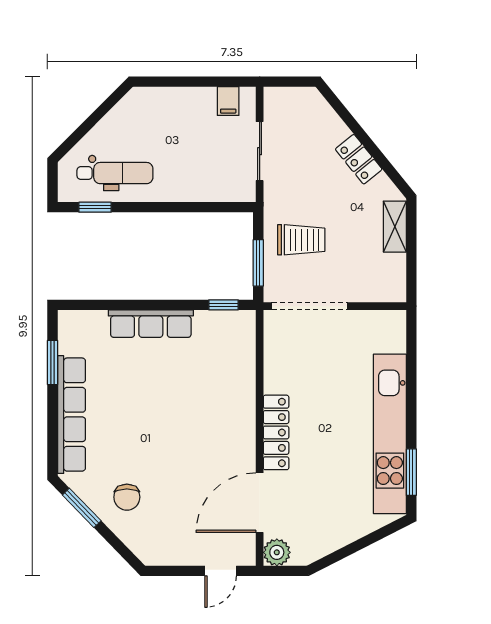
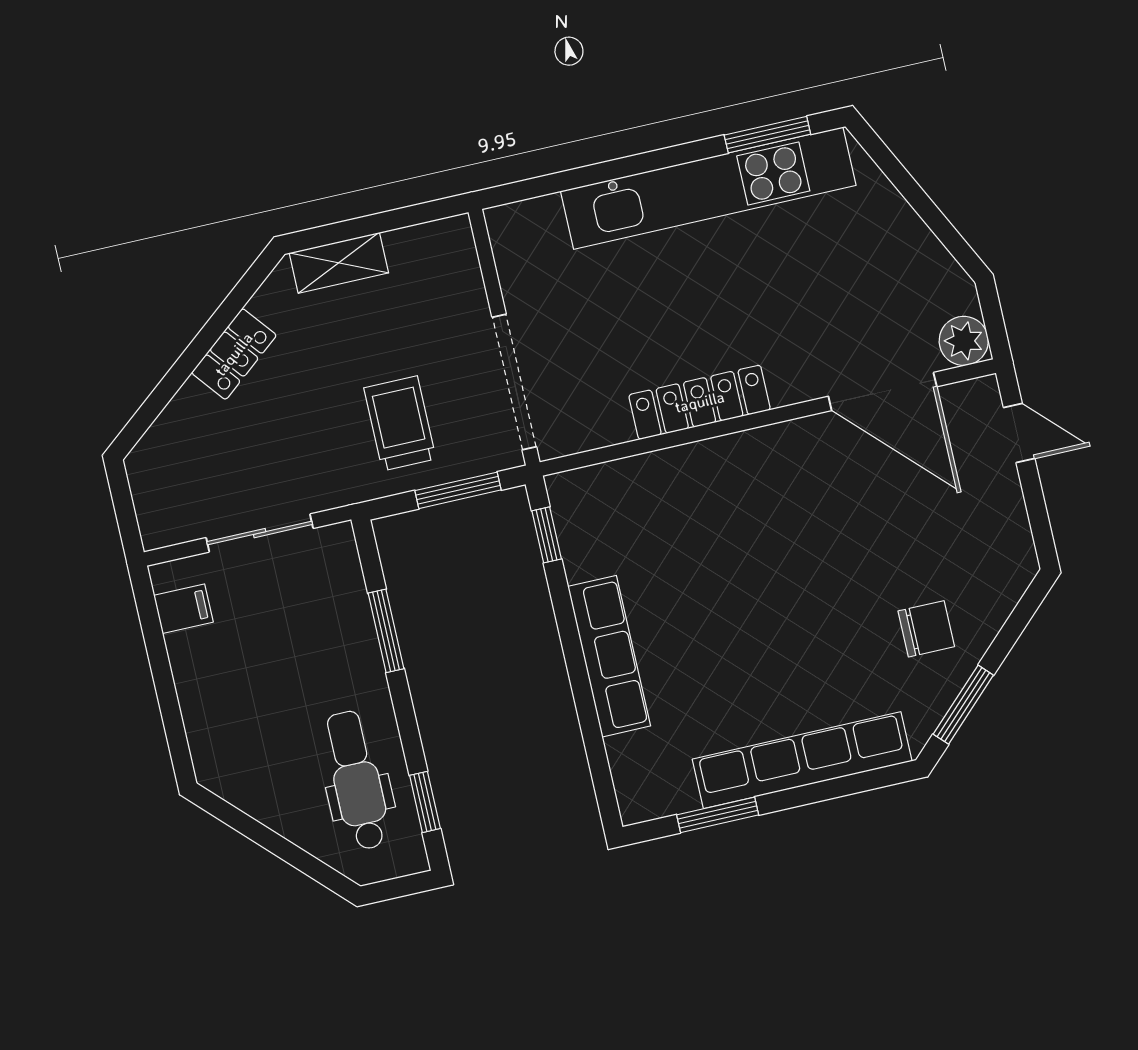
window: (192, 207) -> (386, 631), added
locker: (276, 432) -> (700, 402), moved

